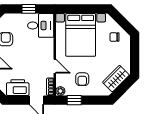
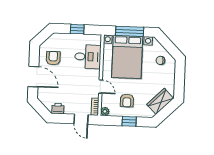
window: (82, 9) -> (130, 31), added
desk: (41, 25) -> (88, 57), moved
printer: (18, 88) -> (58, 108), width x0.53, depth x0.68
window: (74, 100) -> (129, 121), moved

